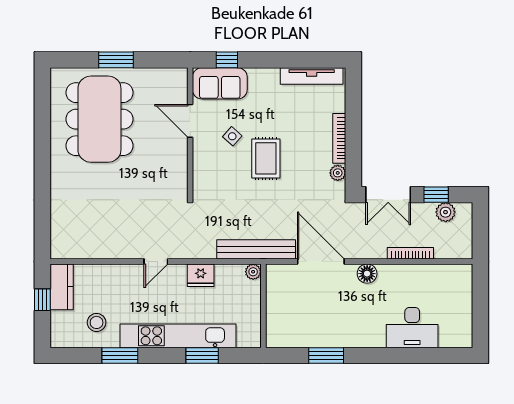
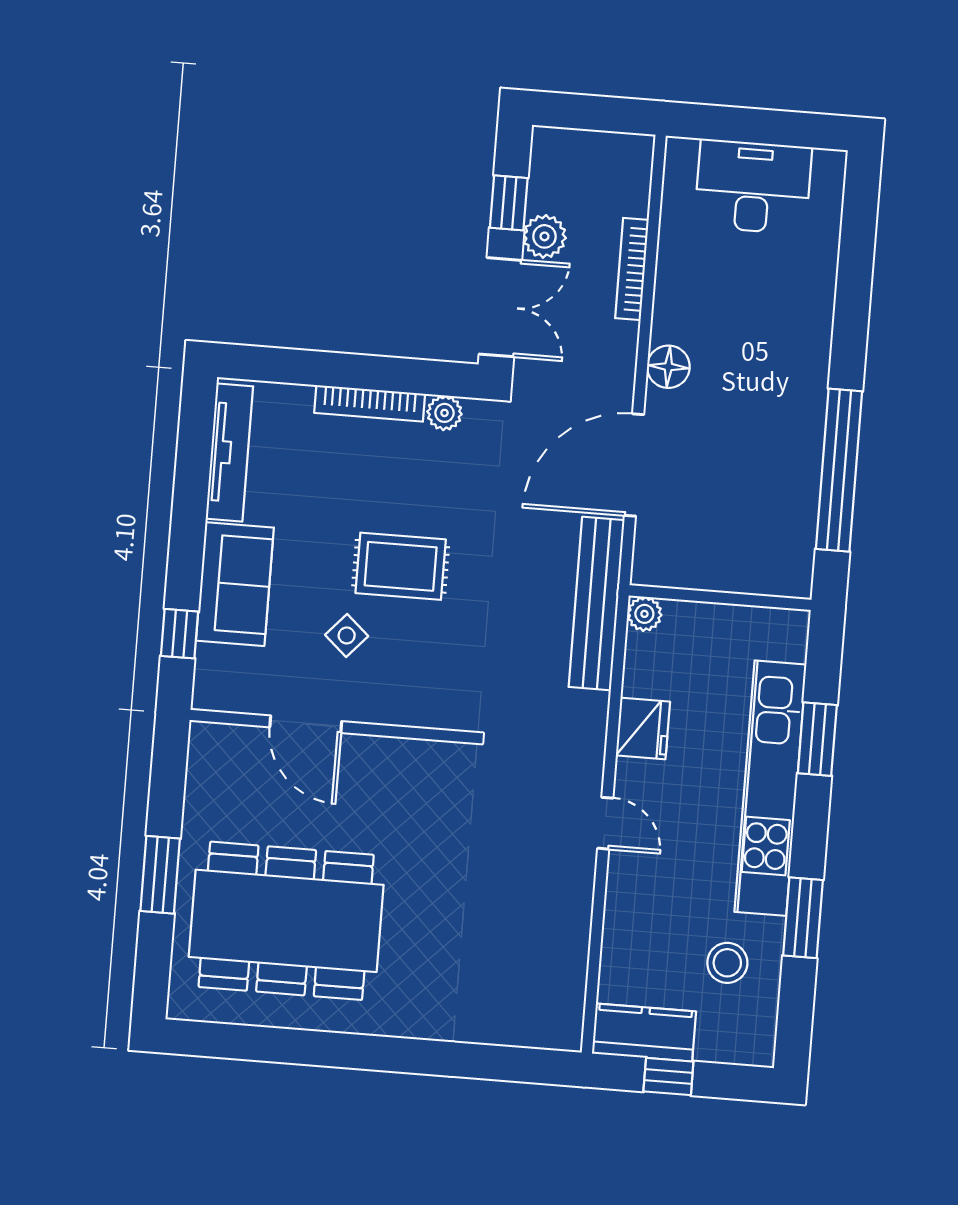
sofa: (220, 83) -> (235, 584), moved
door: (190, 121) -> (306, 724), hinge flipped
plant: (446, 212) -> (545, 236), moved
desk: (412, 328) -> (753, 187), moved, turned -90
window: (326, 355) -> (839, 470), width x2.11

